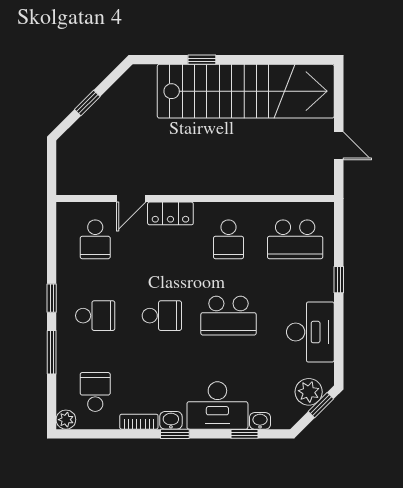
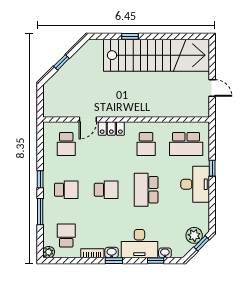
school desk: (228, 316) -> (146, 190), turned 90
desk: (310, 332) -> (195, 184), moved

